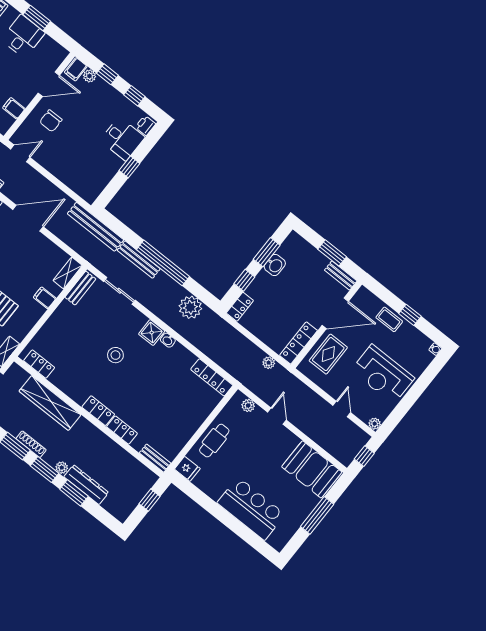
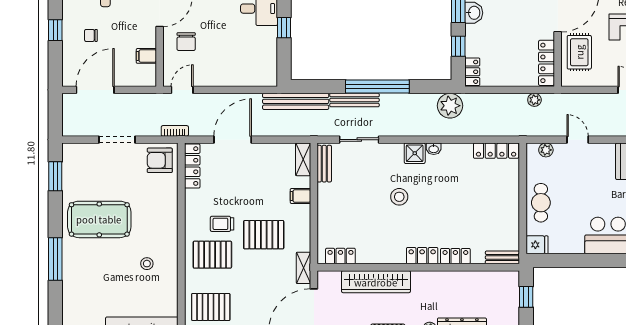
plant: (190, 307) -> (450, 106), moved

